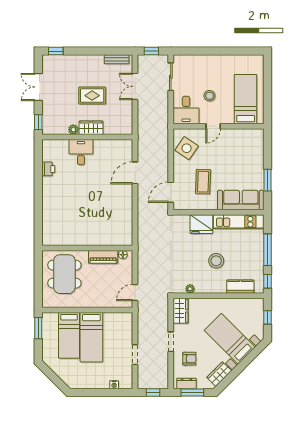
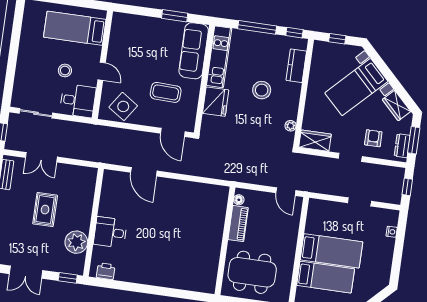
wardrobe: (91, 128) -> (83, 216), removed
plant: (73, 130) -> (76, 242), width x1.87, depth x1.87
printer: (48, 169) -> (106, 271), moved

